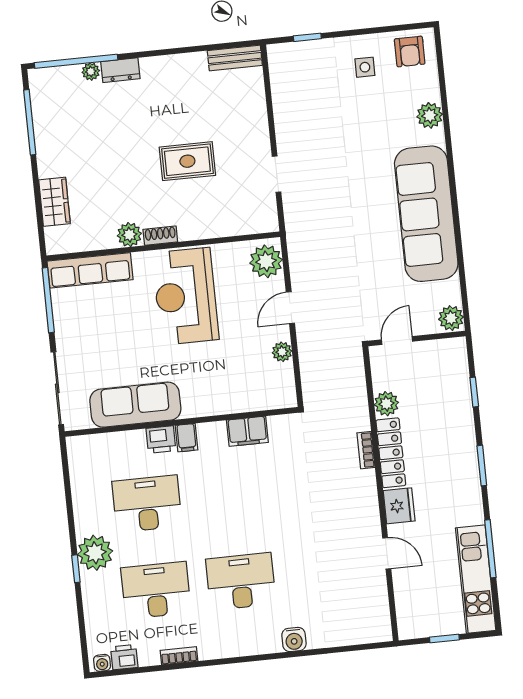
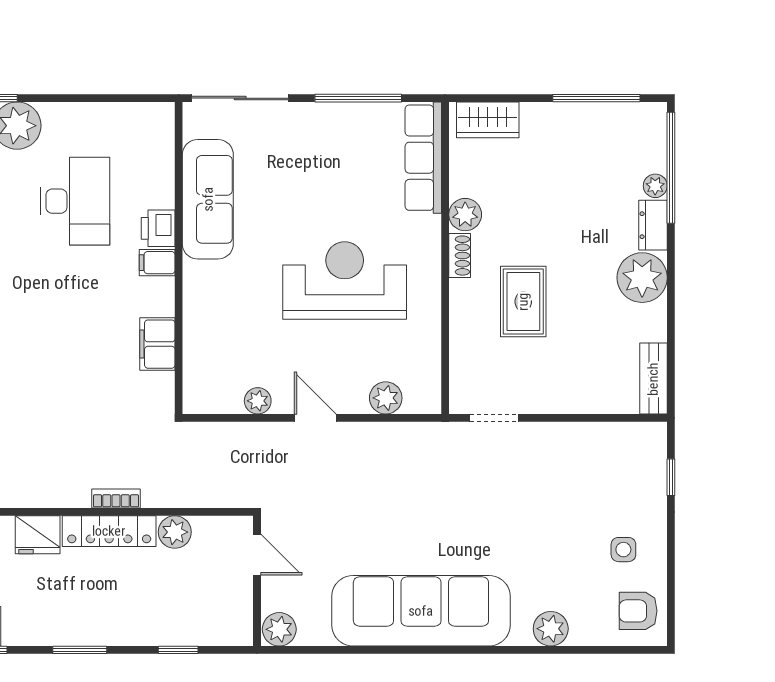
plant: (160, 74) -> (642, 278), added
plant: (129, 235) -> (465, 215), moved
shoe rack: (160, 236) -> (460, 256), moved
wall: (163, 246) -> (445, 258), moved
plant: (266, 261) -> (386, 398), width x0.73, depth x0.73
row of seats: (90, 270) -> (423, 158), moved

